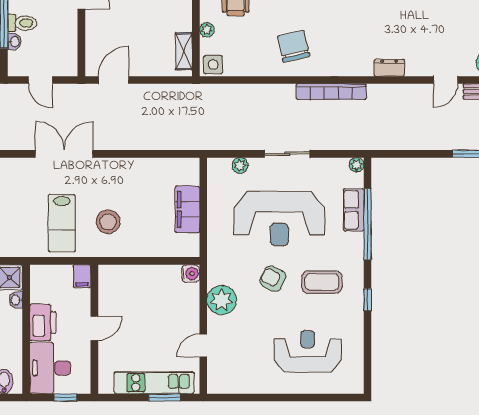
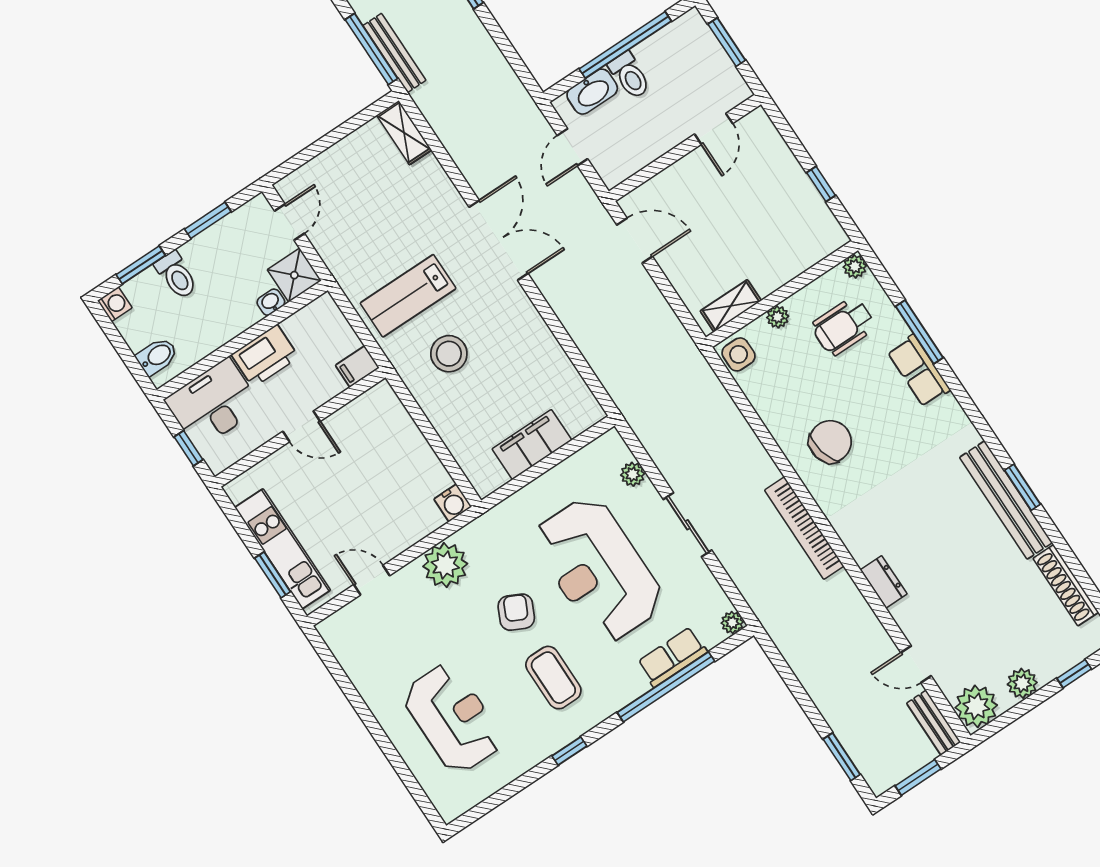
washbasin: (14, 42) -> (592, 92), width x1.91, depth x1.45

